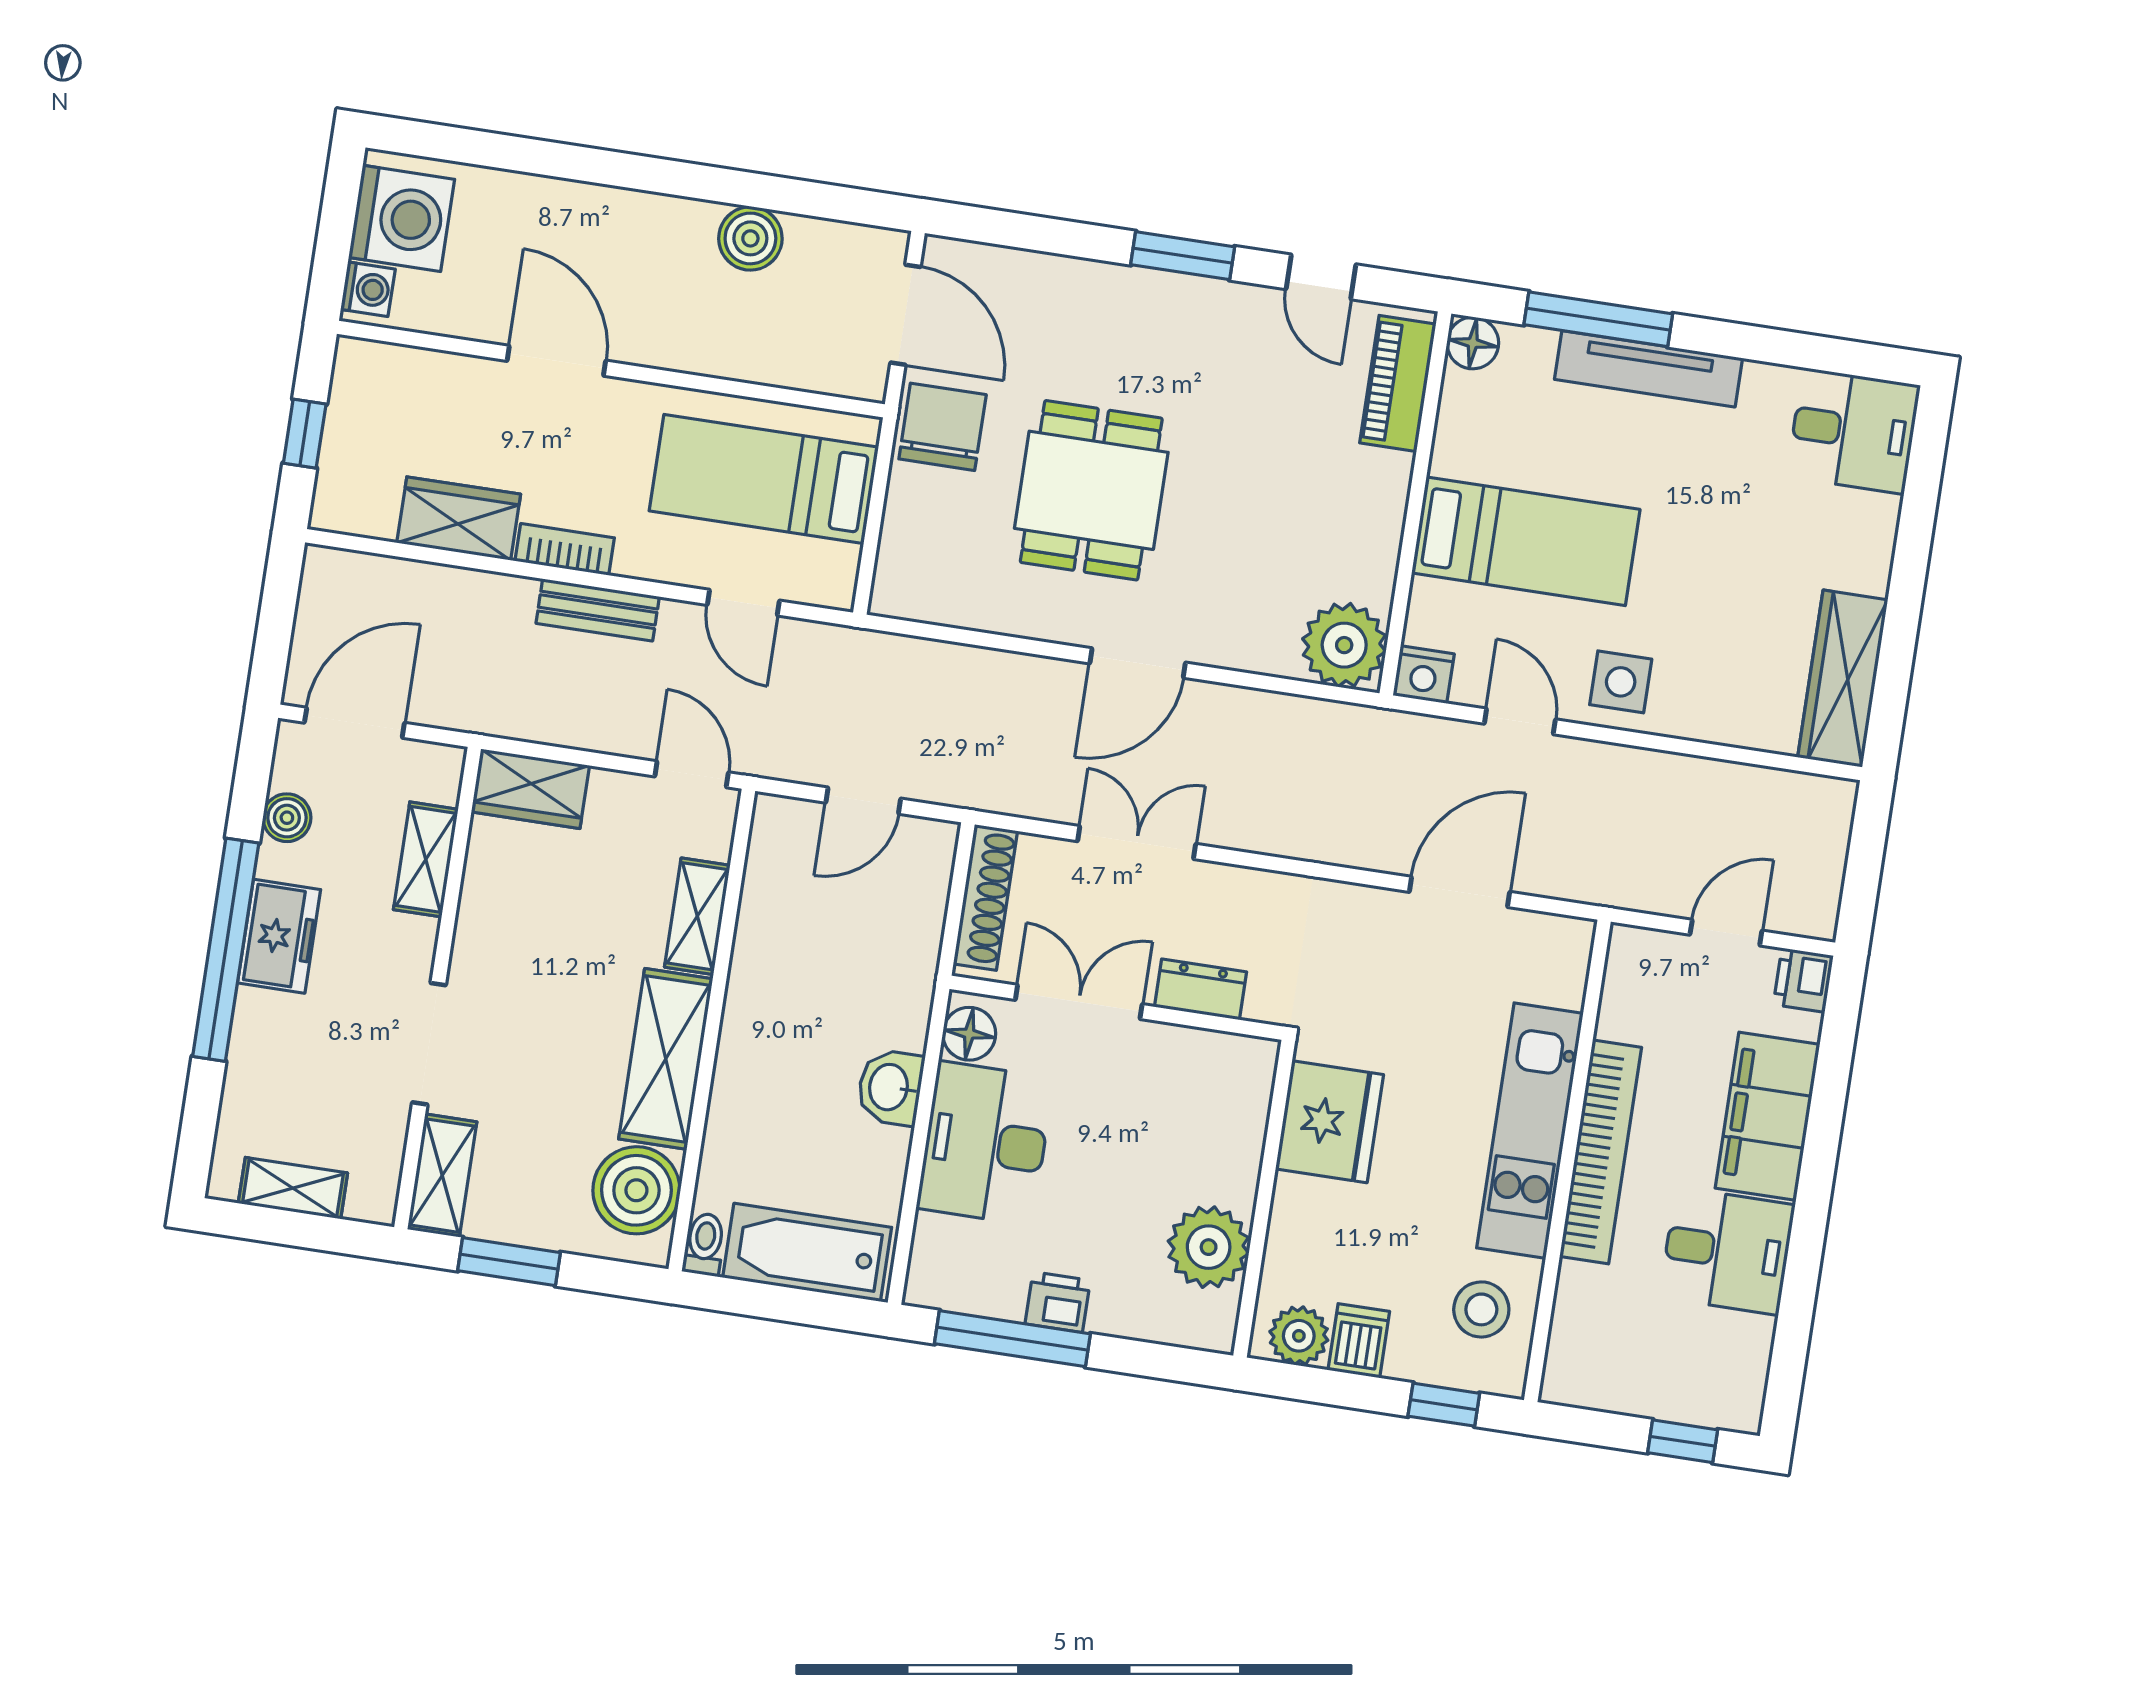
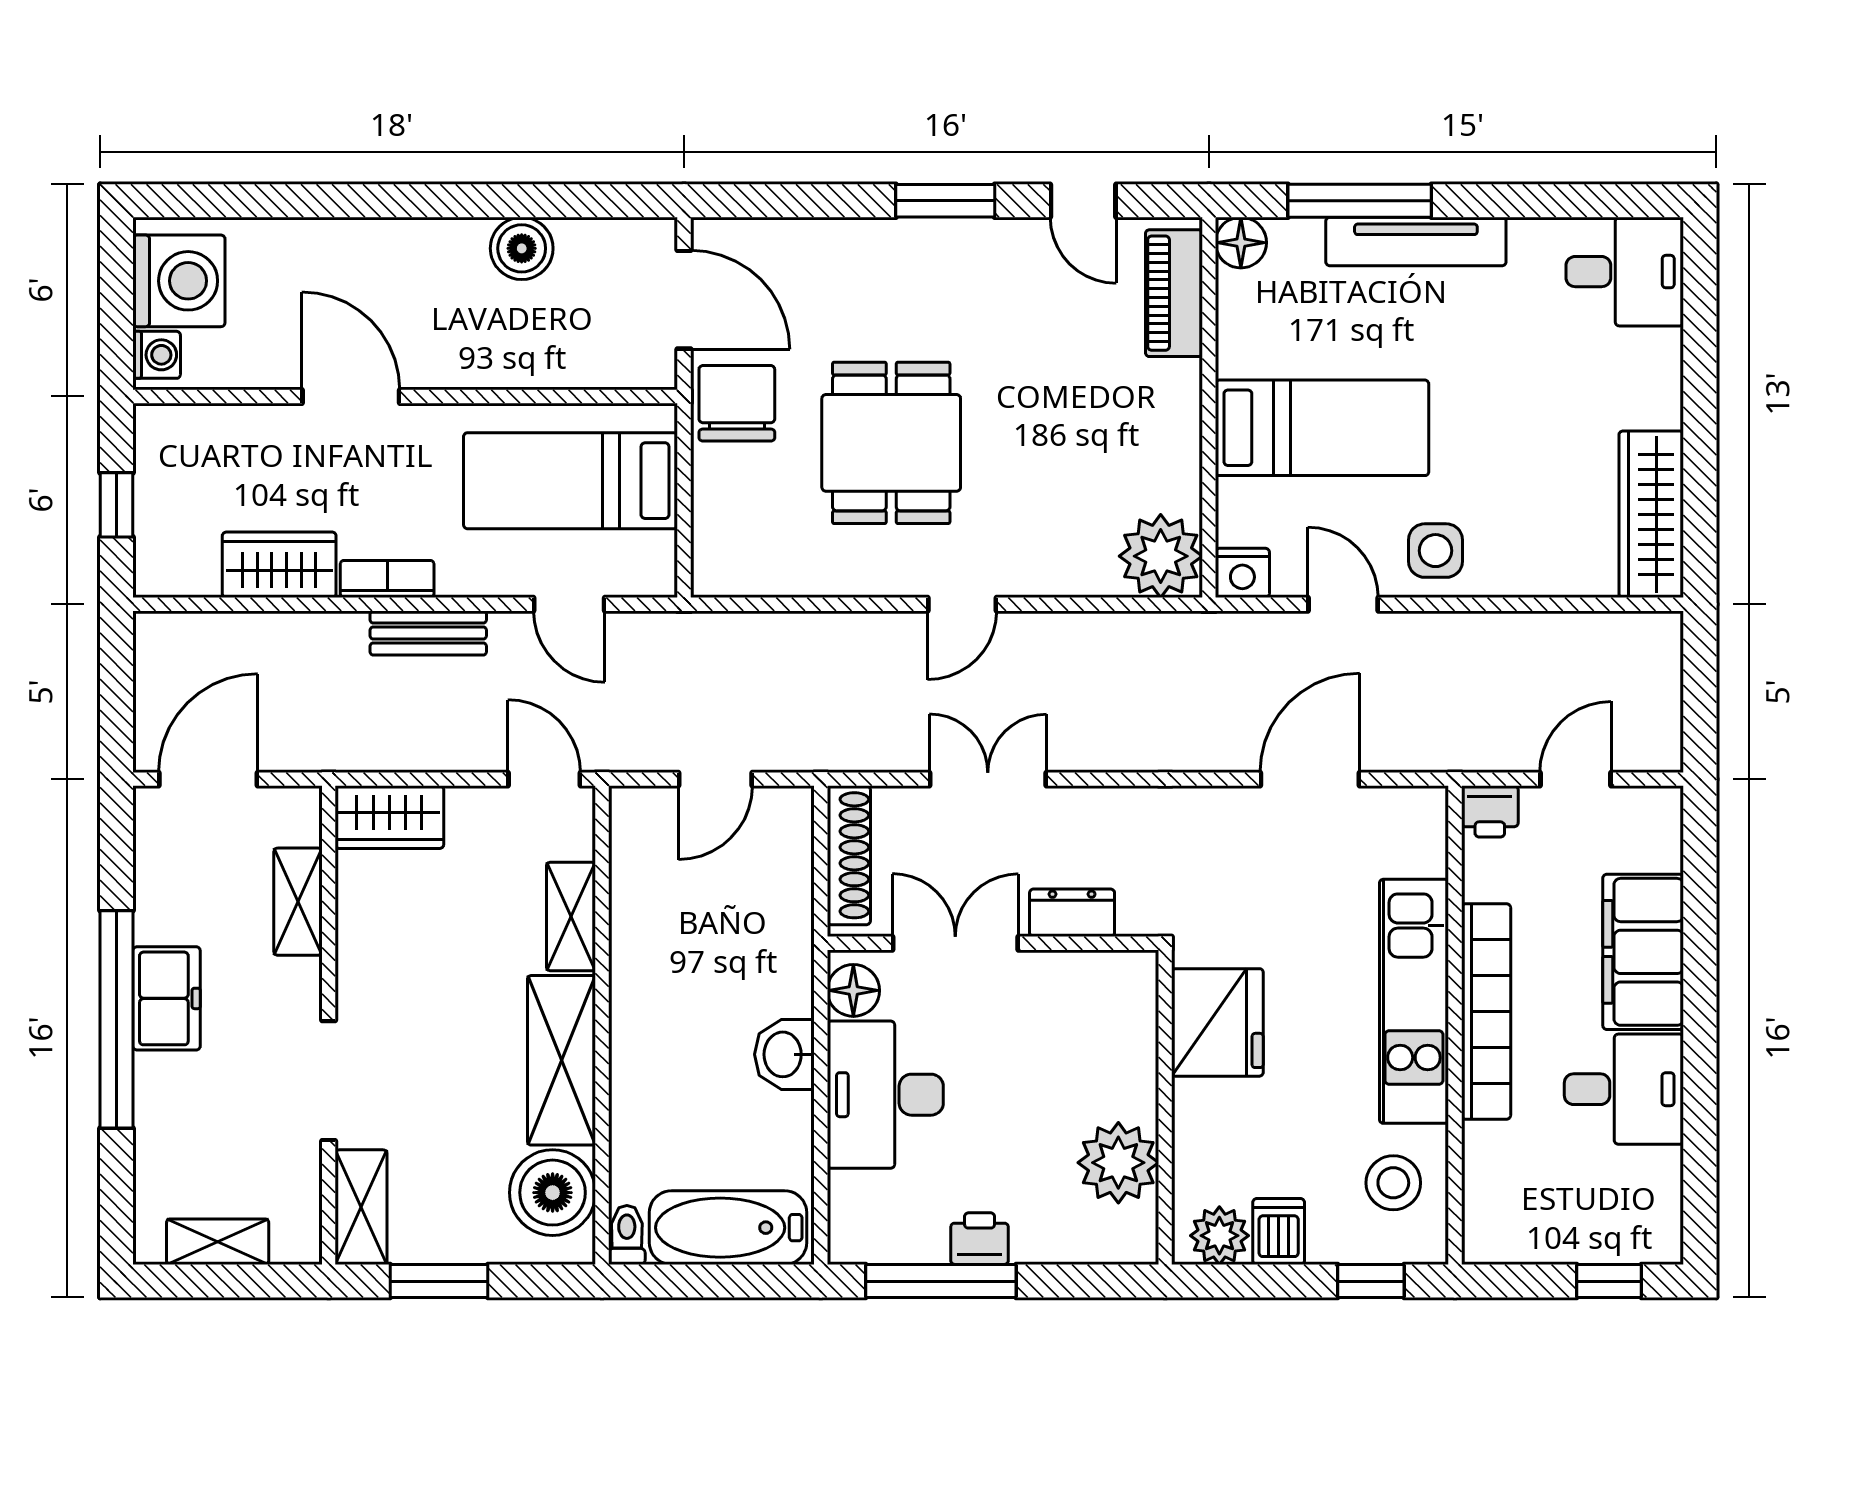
door: (1138, 663) -> (962, 604), width x0.73
boiler: (287, 818) -> (157, 882), removed
printer: (1803, 980) -> (1490, 811), moved, turned -90

